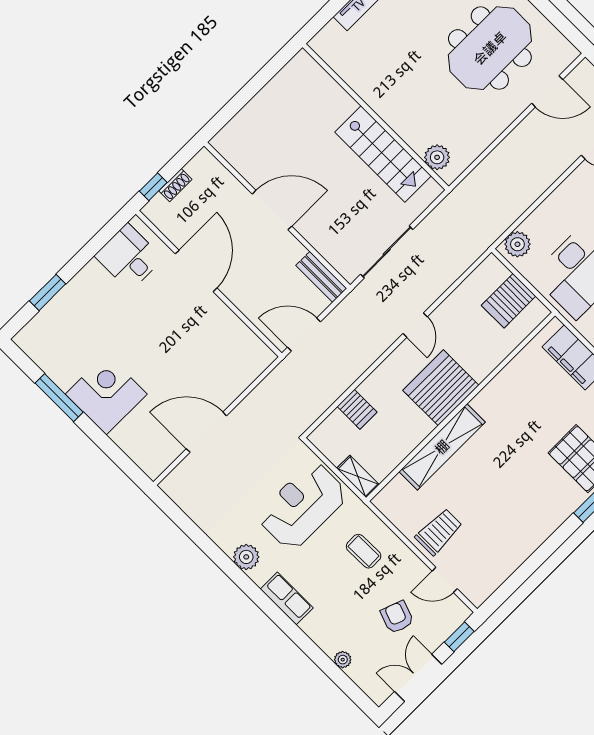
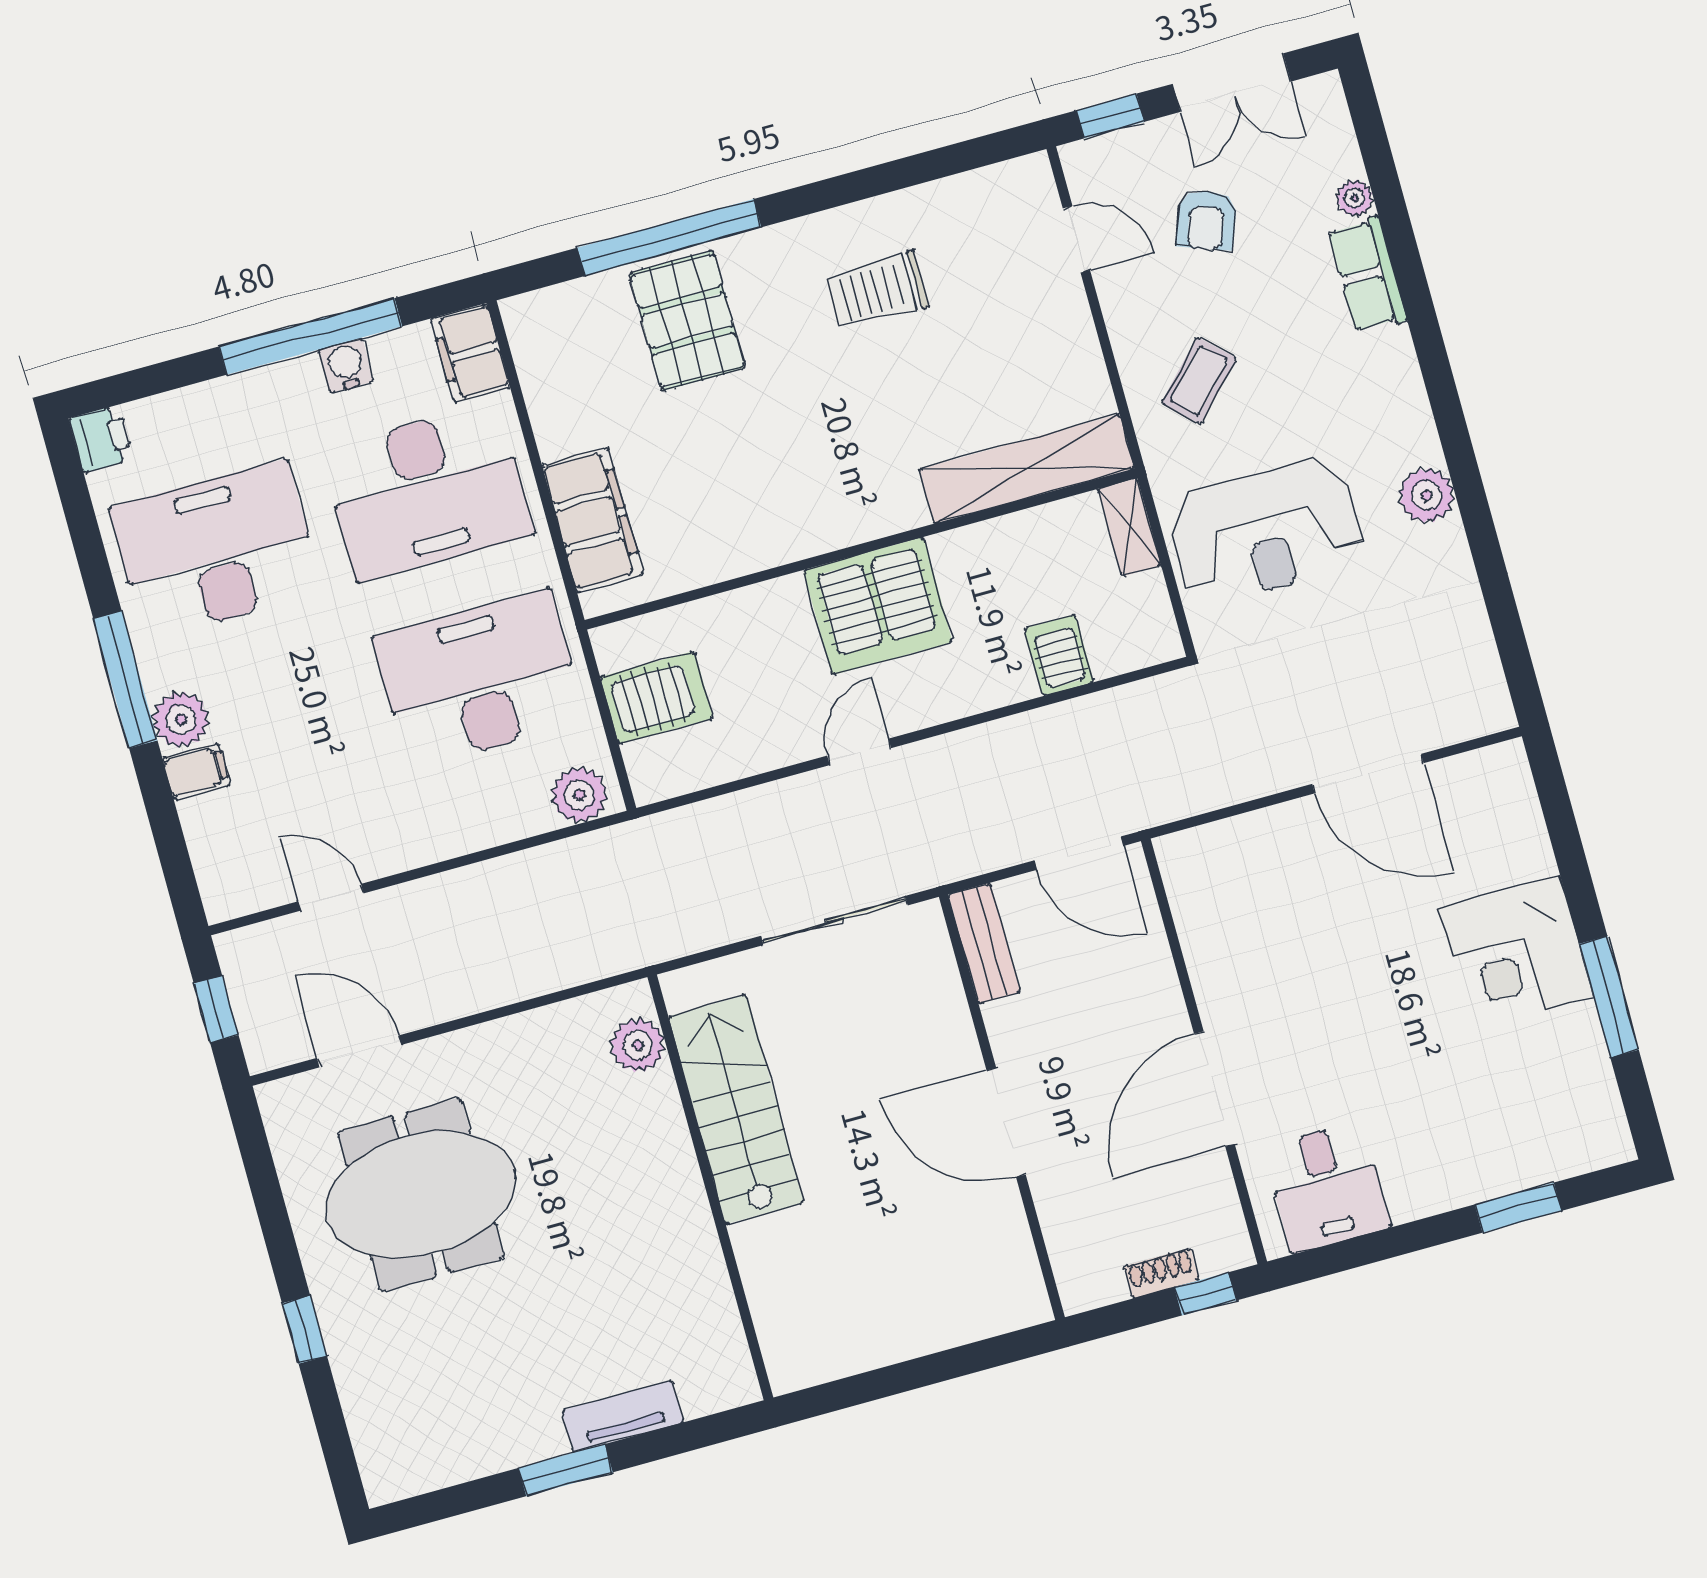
shelving: (442, 447) -> (1027, 469), moved
trolley: (439, 532) -> (877, 290), moved
coffee table: (364, 551) -> (1199, 380), turned 45
row of seats: (287, 598) -> (1367, 275), moved

